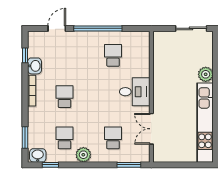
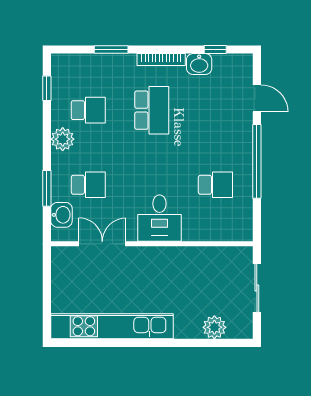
sliding door: (191, 28) -> (257, 288), moved
plant: (206, 74) -> (214, 327), moved
school desk: (64, 97) -> (152, 110), width x1.85
window: (25, 137) -> (111, 49), moved
washbasin: (38, 155) -> (61, 215), moved
window: (129, 165) -> (47, 188), moved

